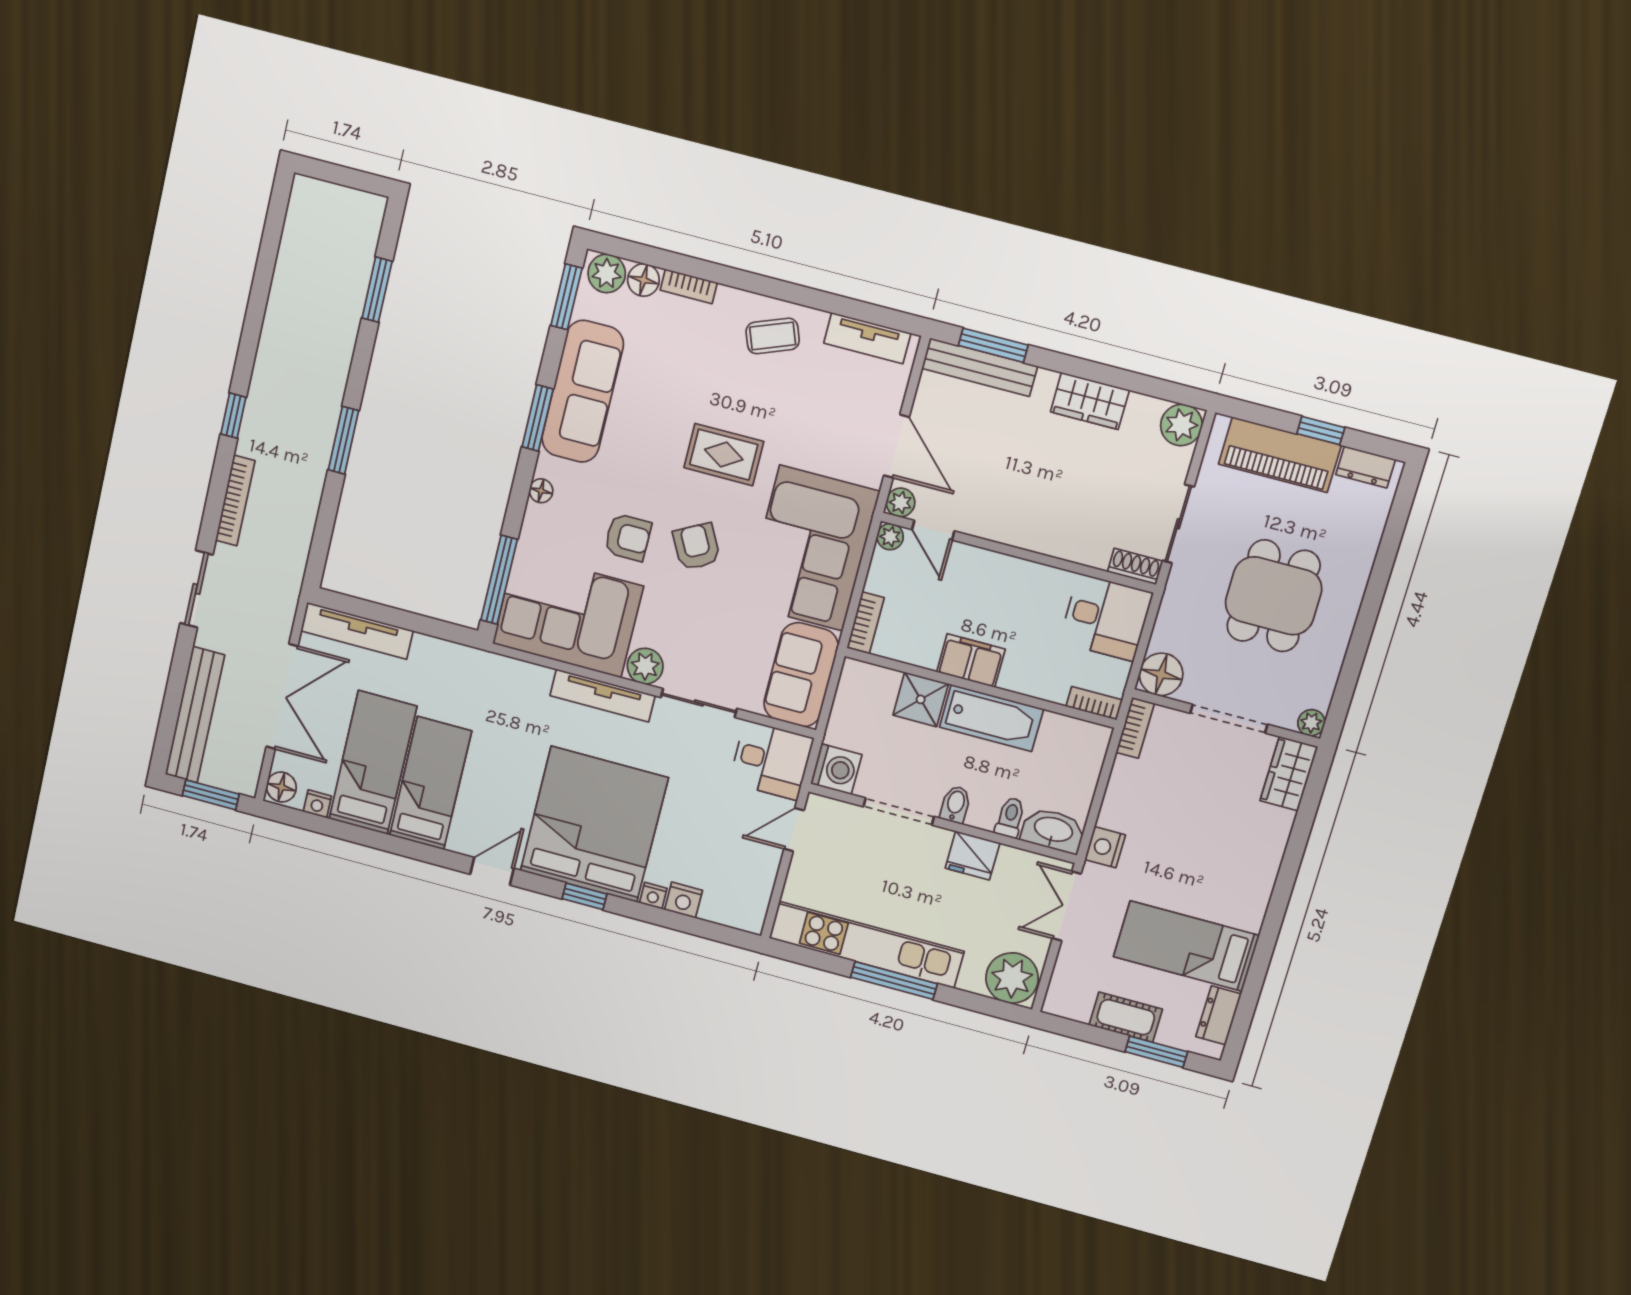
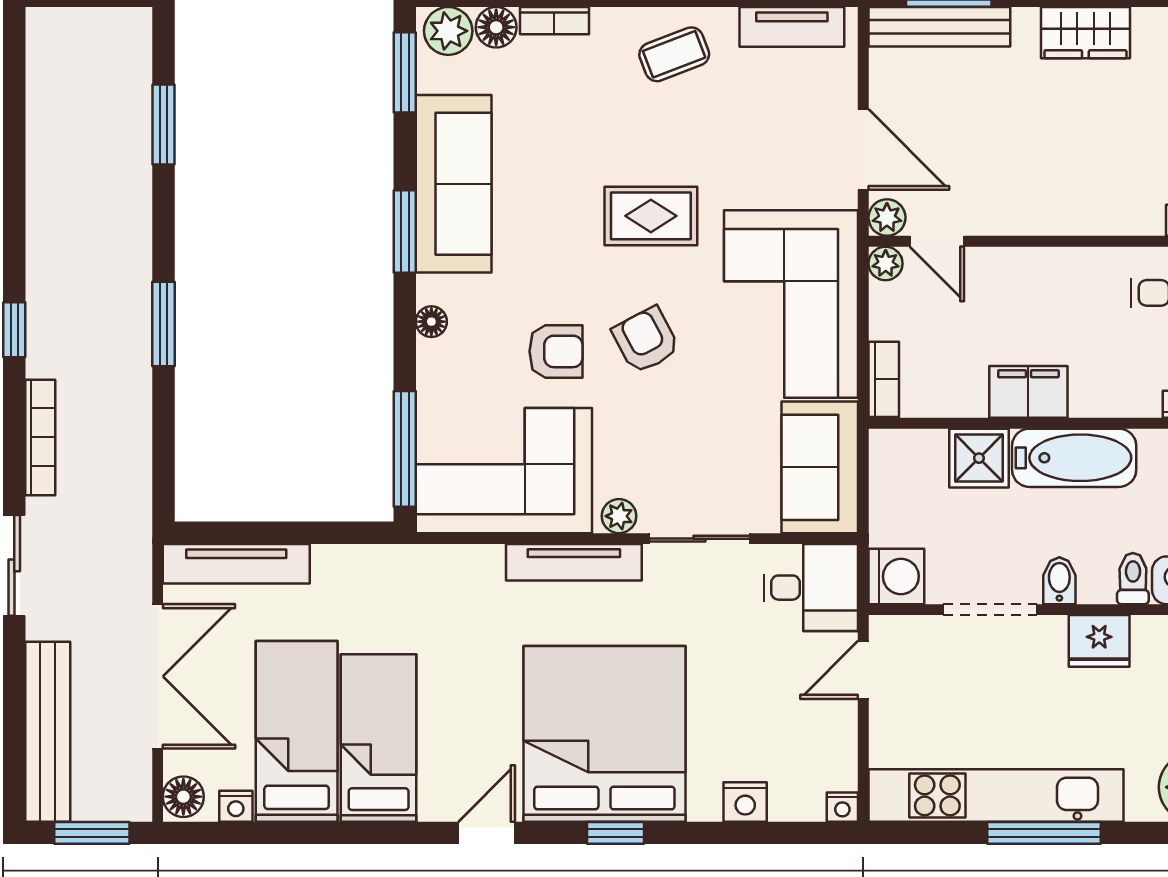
plant: (645, 666) -> (619, 516), width x0.73, depth x0.73
nightstand: (653, 896) -> (842, 807), moved

